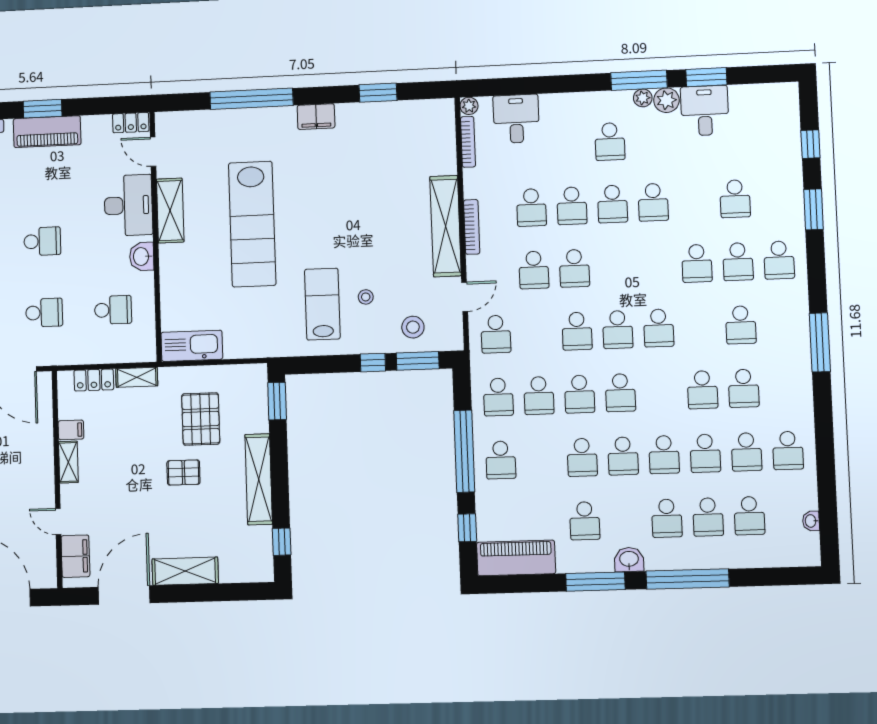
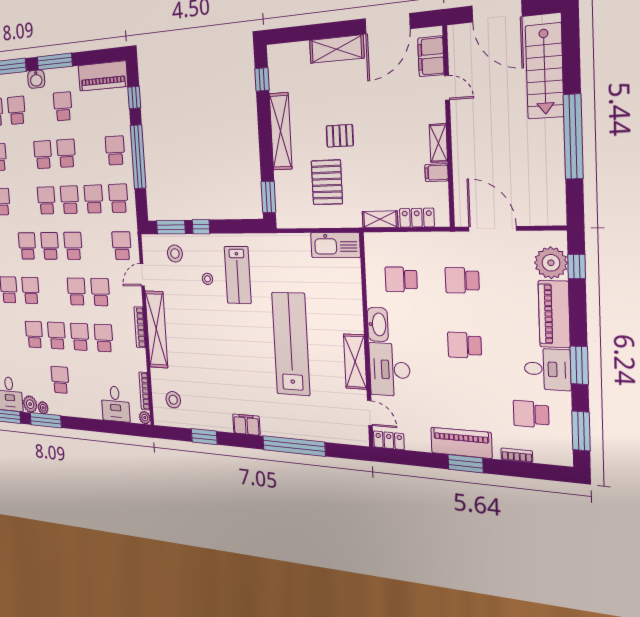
stool: (423, 135) -> (173, 400), added
washbasin: (142, 256) -> (378, 324), width x1.38
school desk: (664, 455) -> (31, 290), moved

